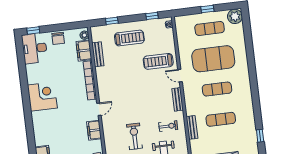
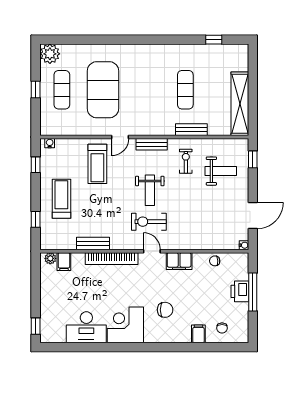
chair: (58, 38) -> (165, 310), moved
desk: (35, 48) -> (86, 327), moved
filing cabinet: (84, 51) -> (64, 262), width x0.50
bench: (98, 54) -> (93, 244), moved
exercise mat: (217, 89) -> (144, 90), removed
weight bench: (144, 102) -> (150, 190), added
exercise bike: (134, 136) -> (149, 222), moved

